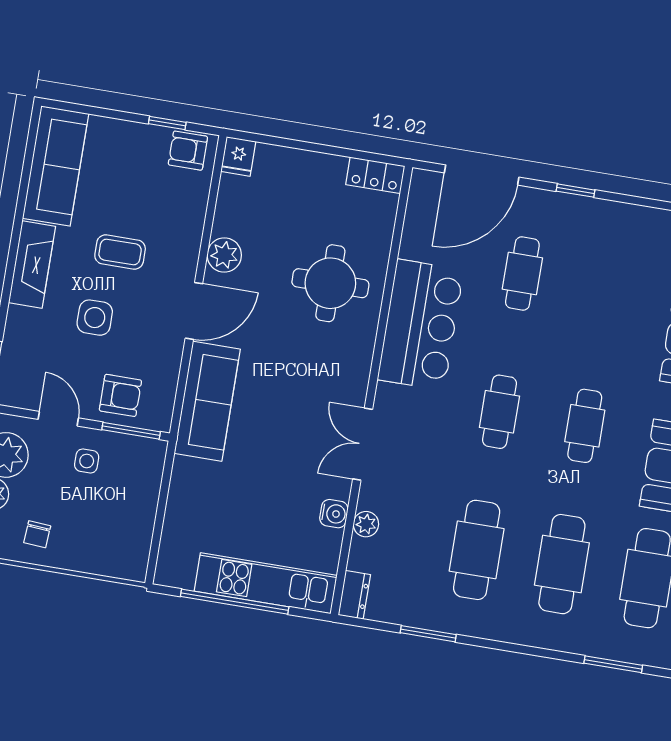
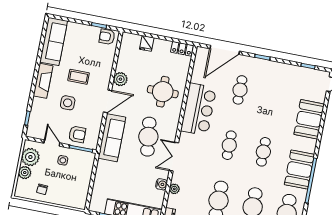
fridge: (238, 156) -> (147, 43), moved
cafe table: (298, 396) -> (148, 137), added

